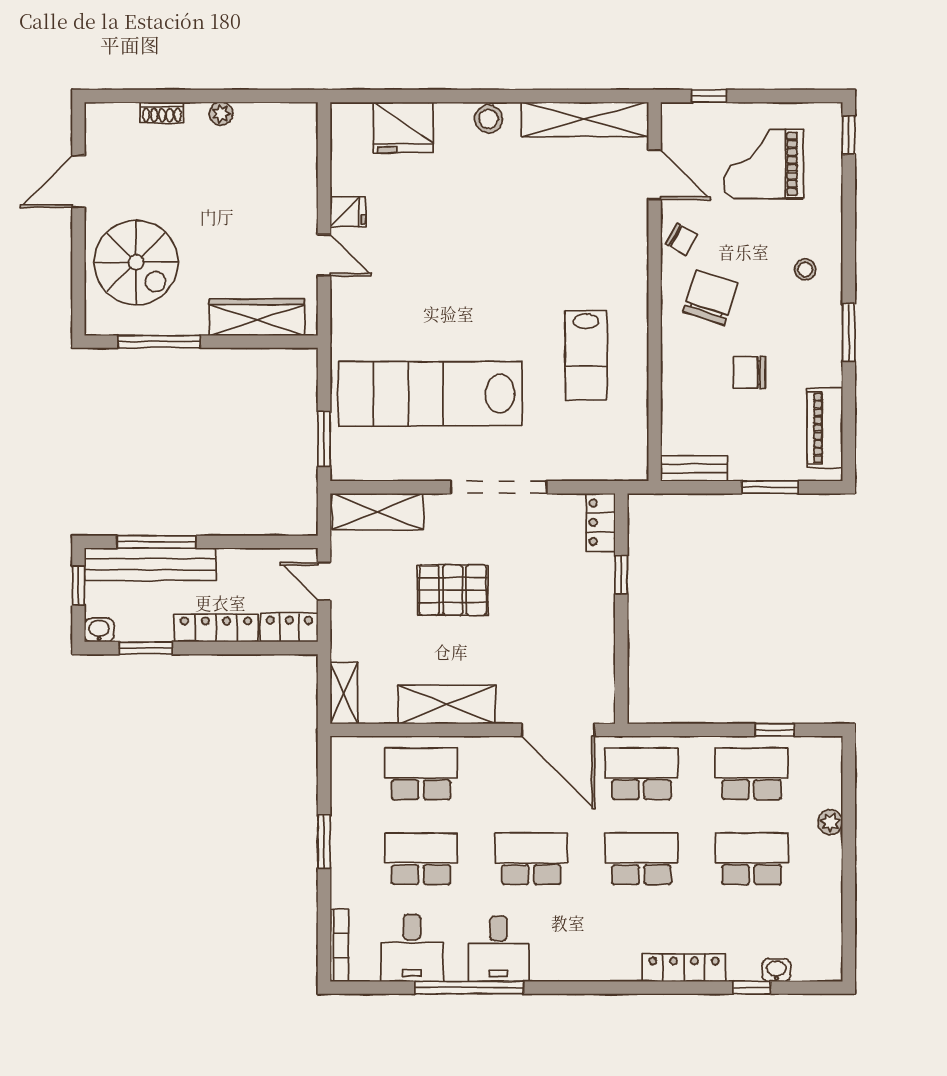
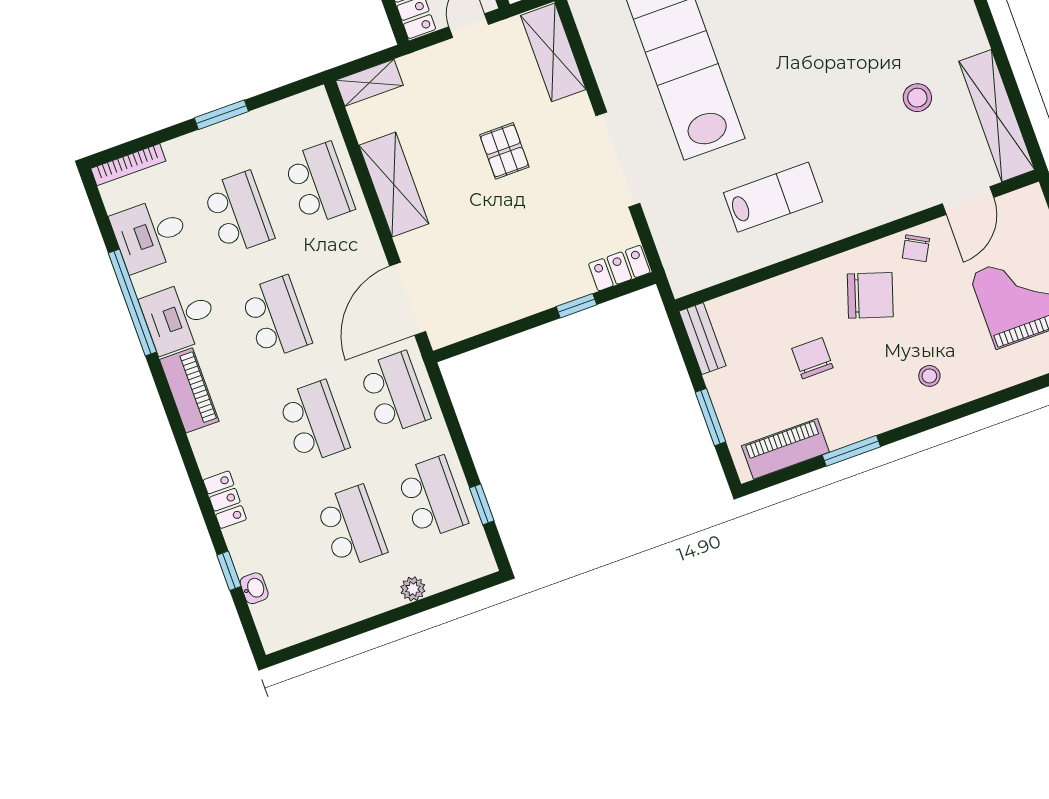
stool: (489, 119) -> (917, 98), moved
window: (849, 332) -> (851, 451), moved
lab bench: (586, 355) -> (773, 197), turned 180
pallet: (453, 590) -> (504, 151), width x0.67, depth x0.71
piano: (570, 964) -> (189, 390), added
locker: (684, 968) -> (225, 500), width x0.66

